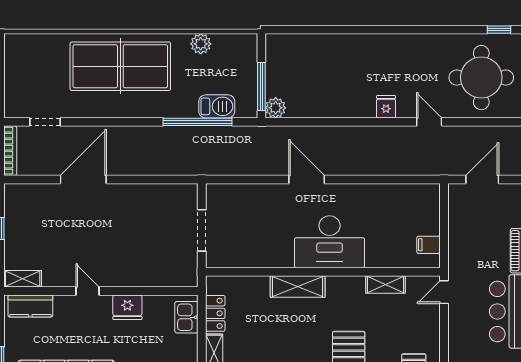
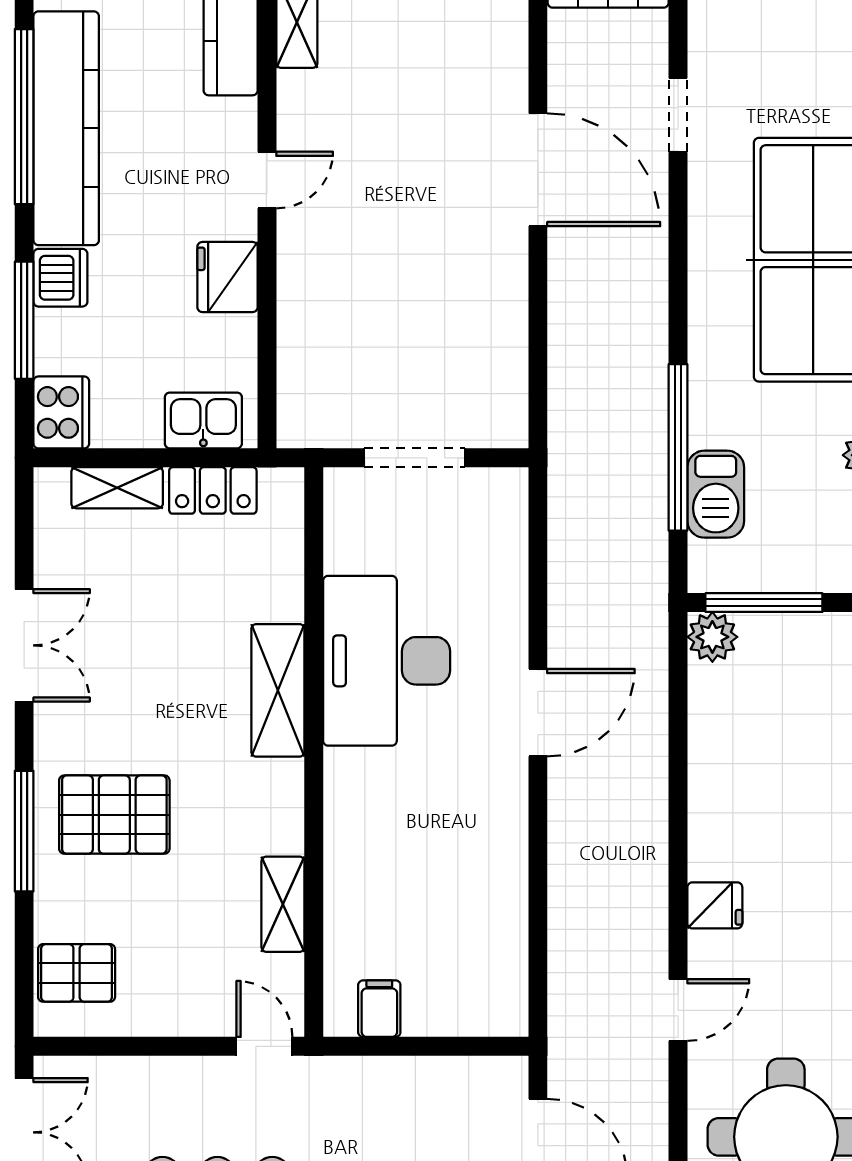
doorway: (45, 122) -> (678, 115), moved
desk: (330, 242) -> (387, 661), moved

